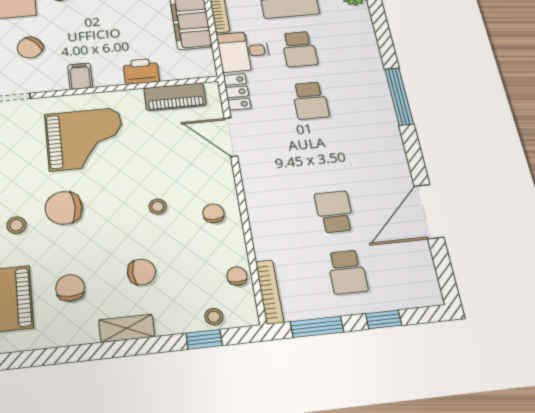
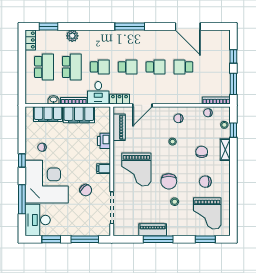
grand piano: (85, 139) -> (136, 169), turned 180
school desk: (347, 272) -> (156, 67), moved
shelving: (127, 328) -> (225, 150), moved

